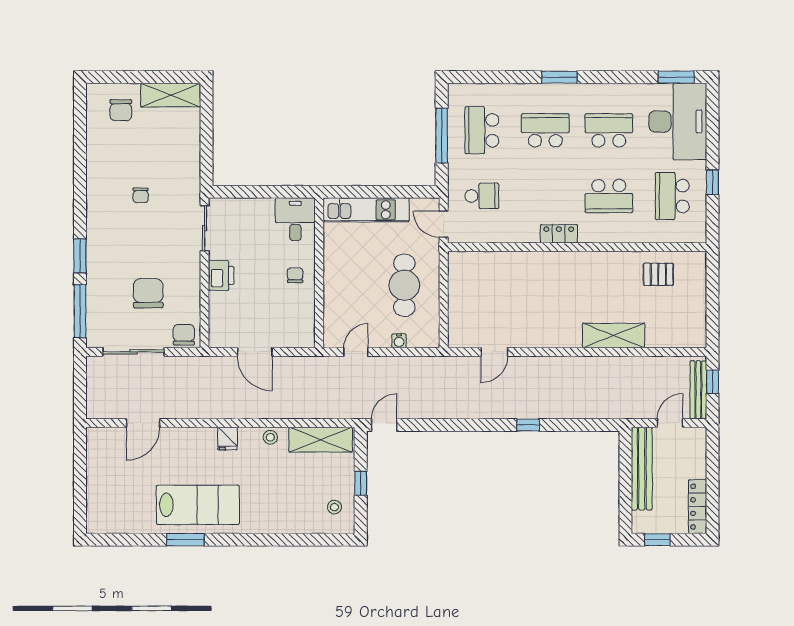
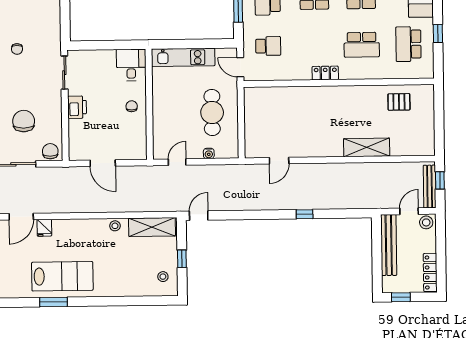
fridge: (227, 439) -> (44, 228), moved
stool: (693, 439) -> (426, 222), added

